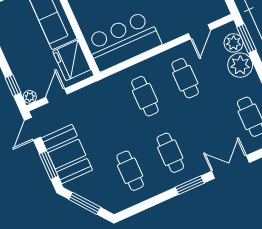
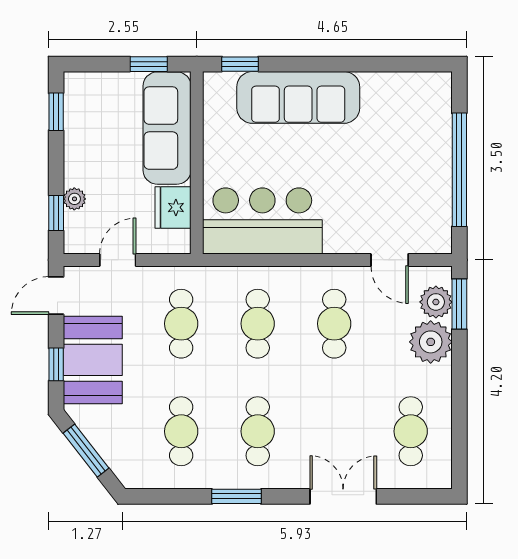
door: (199, 32) -> (390, 260), hinge flipped
fridge: (72, 60) -> (173, 207), width x0.73, depth x0.75
plant: (30, 97) -> (74, 199), moved
cafe table: (105, 114) -> (181, 324), added
window: (49, 165) -> (56, 364), width x0.67
window: (190, 185) -> (236, 496), moved

